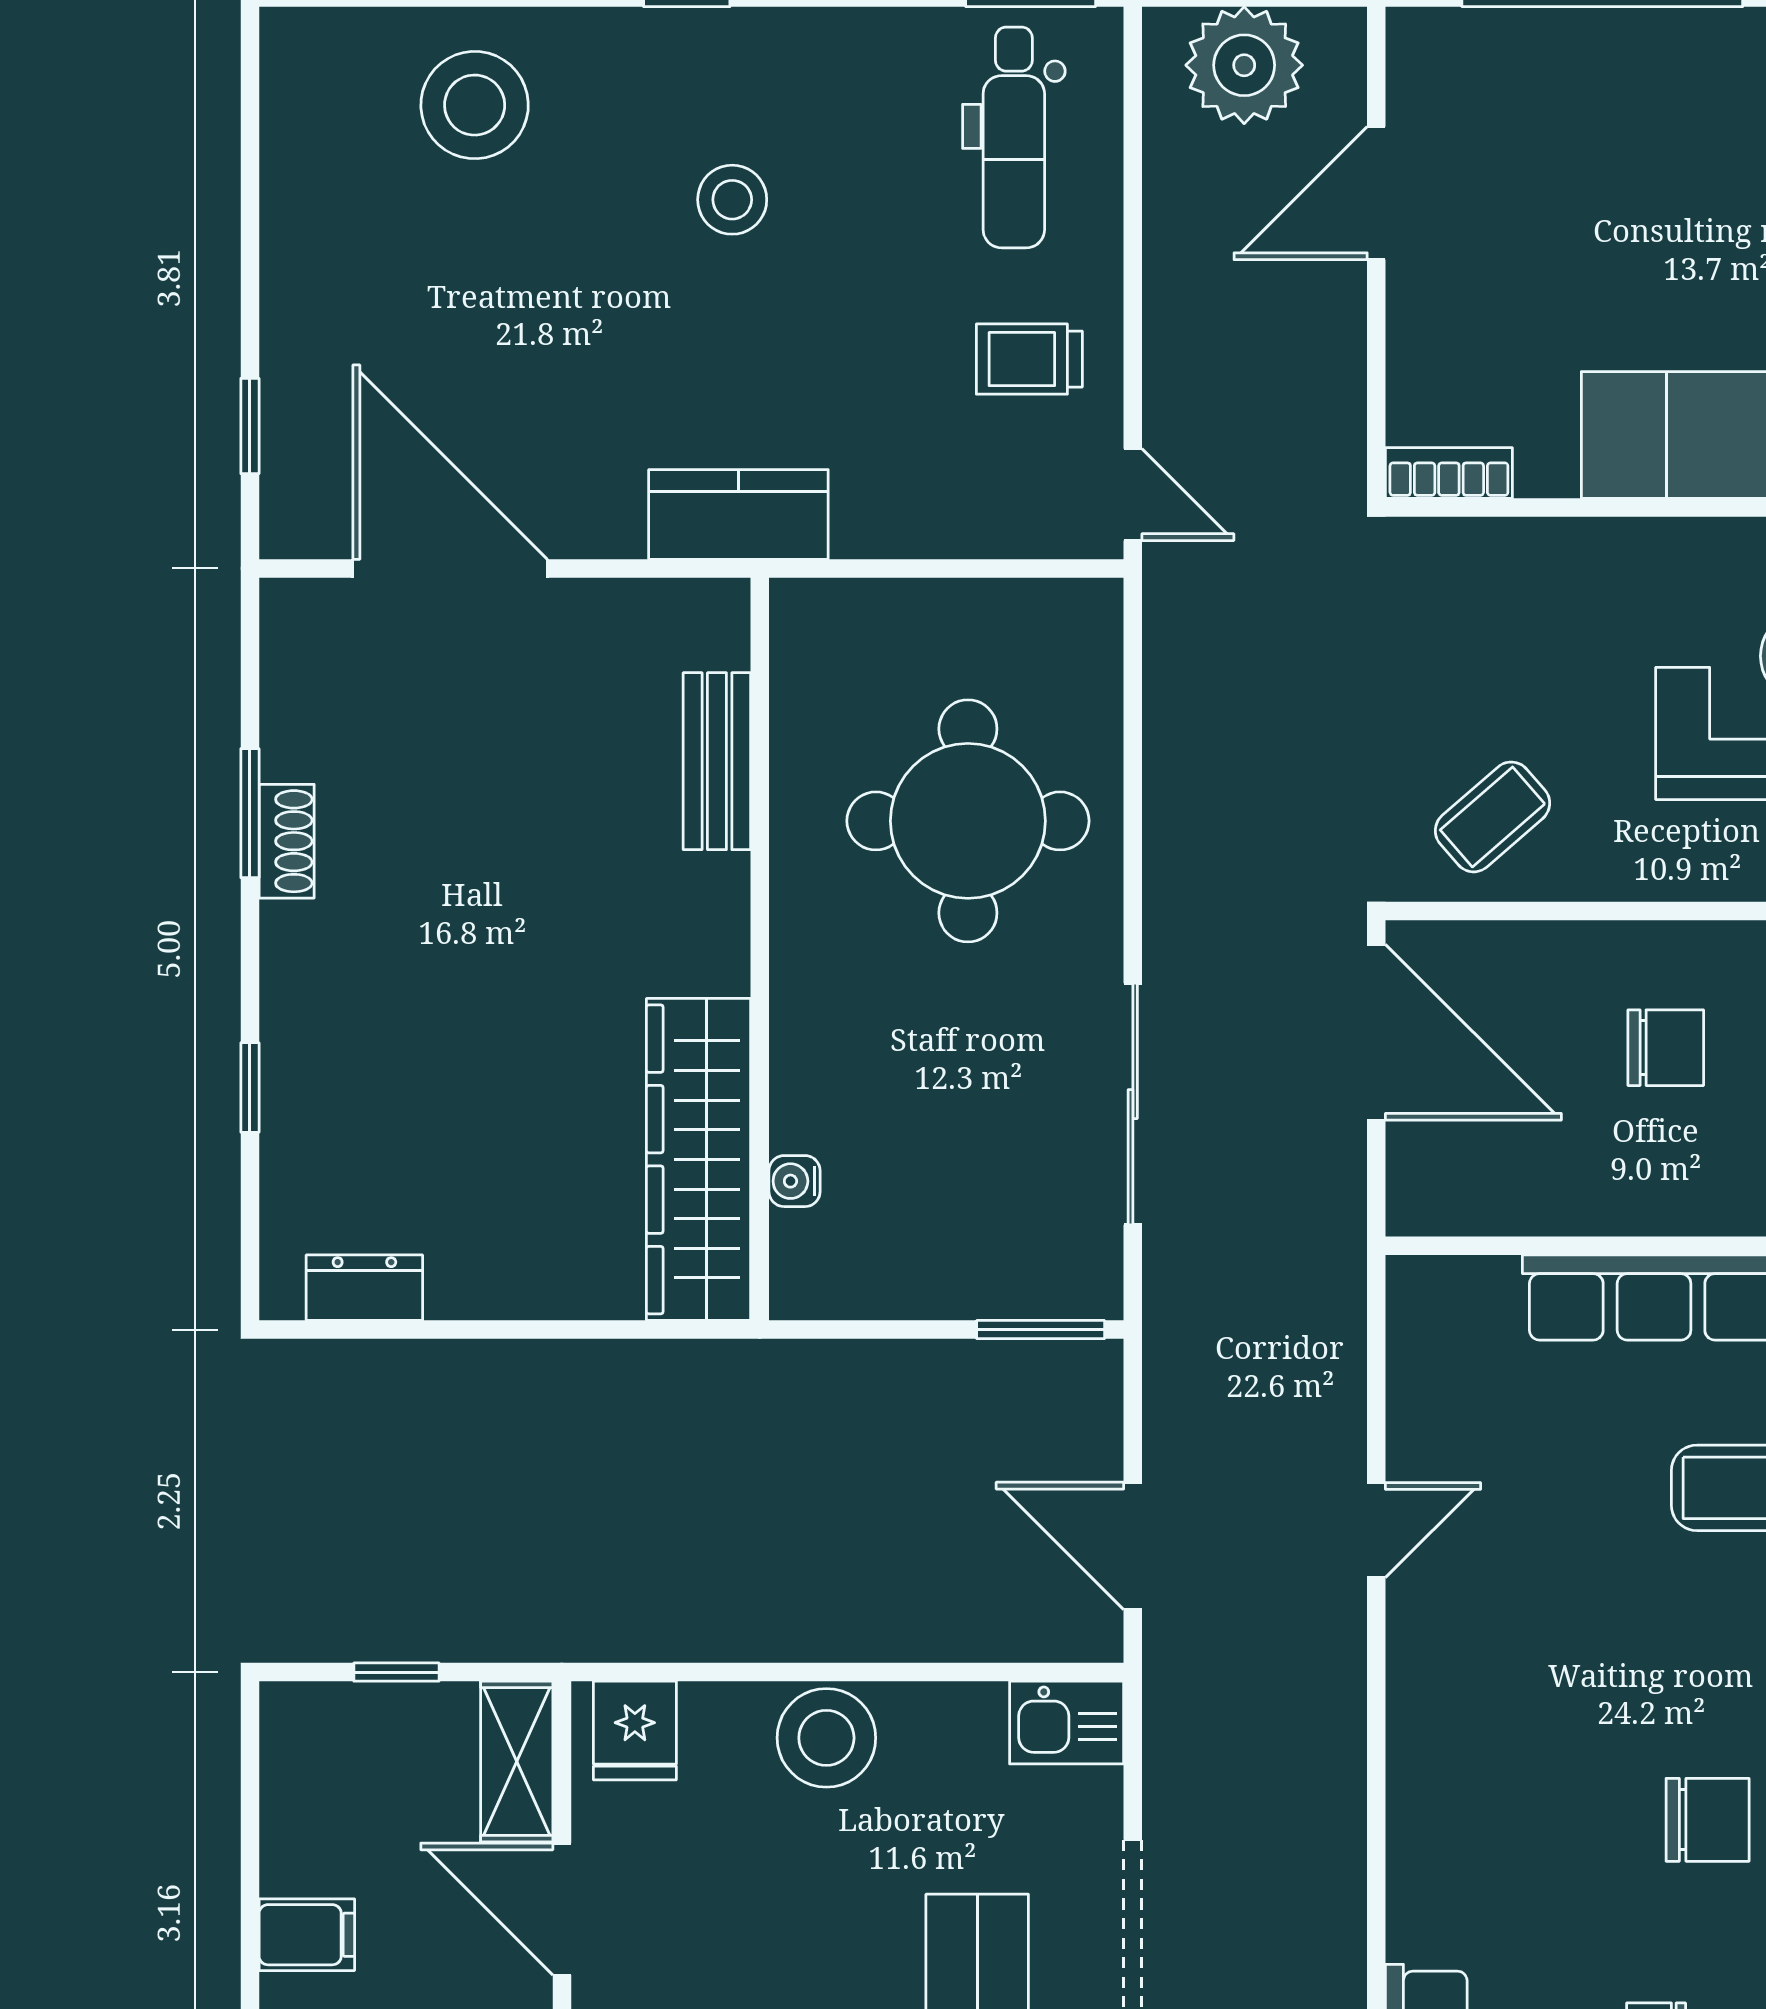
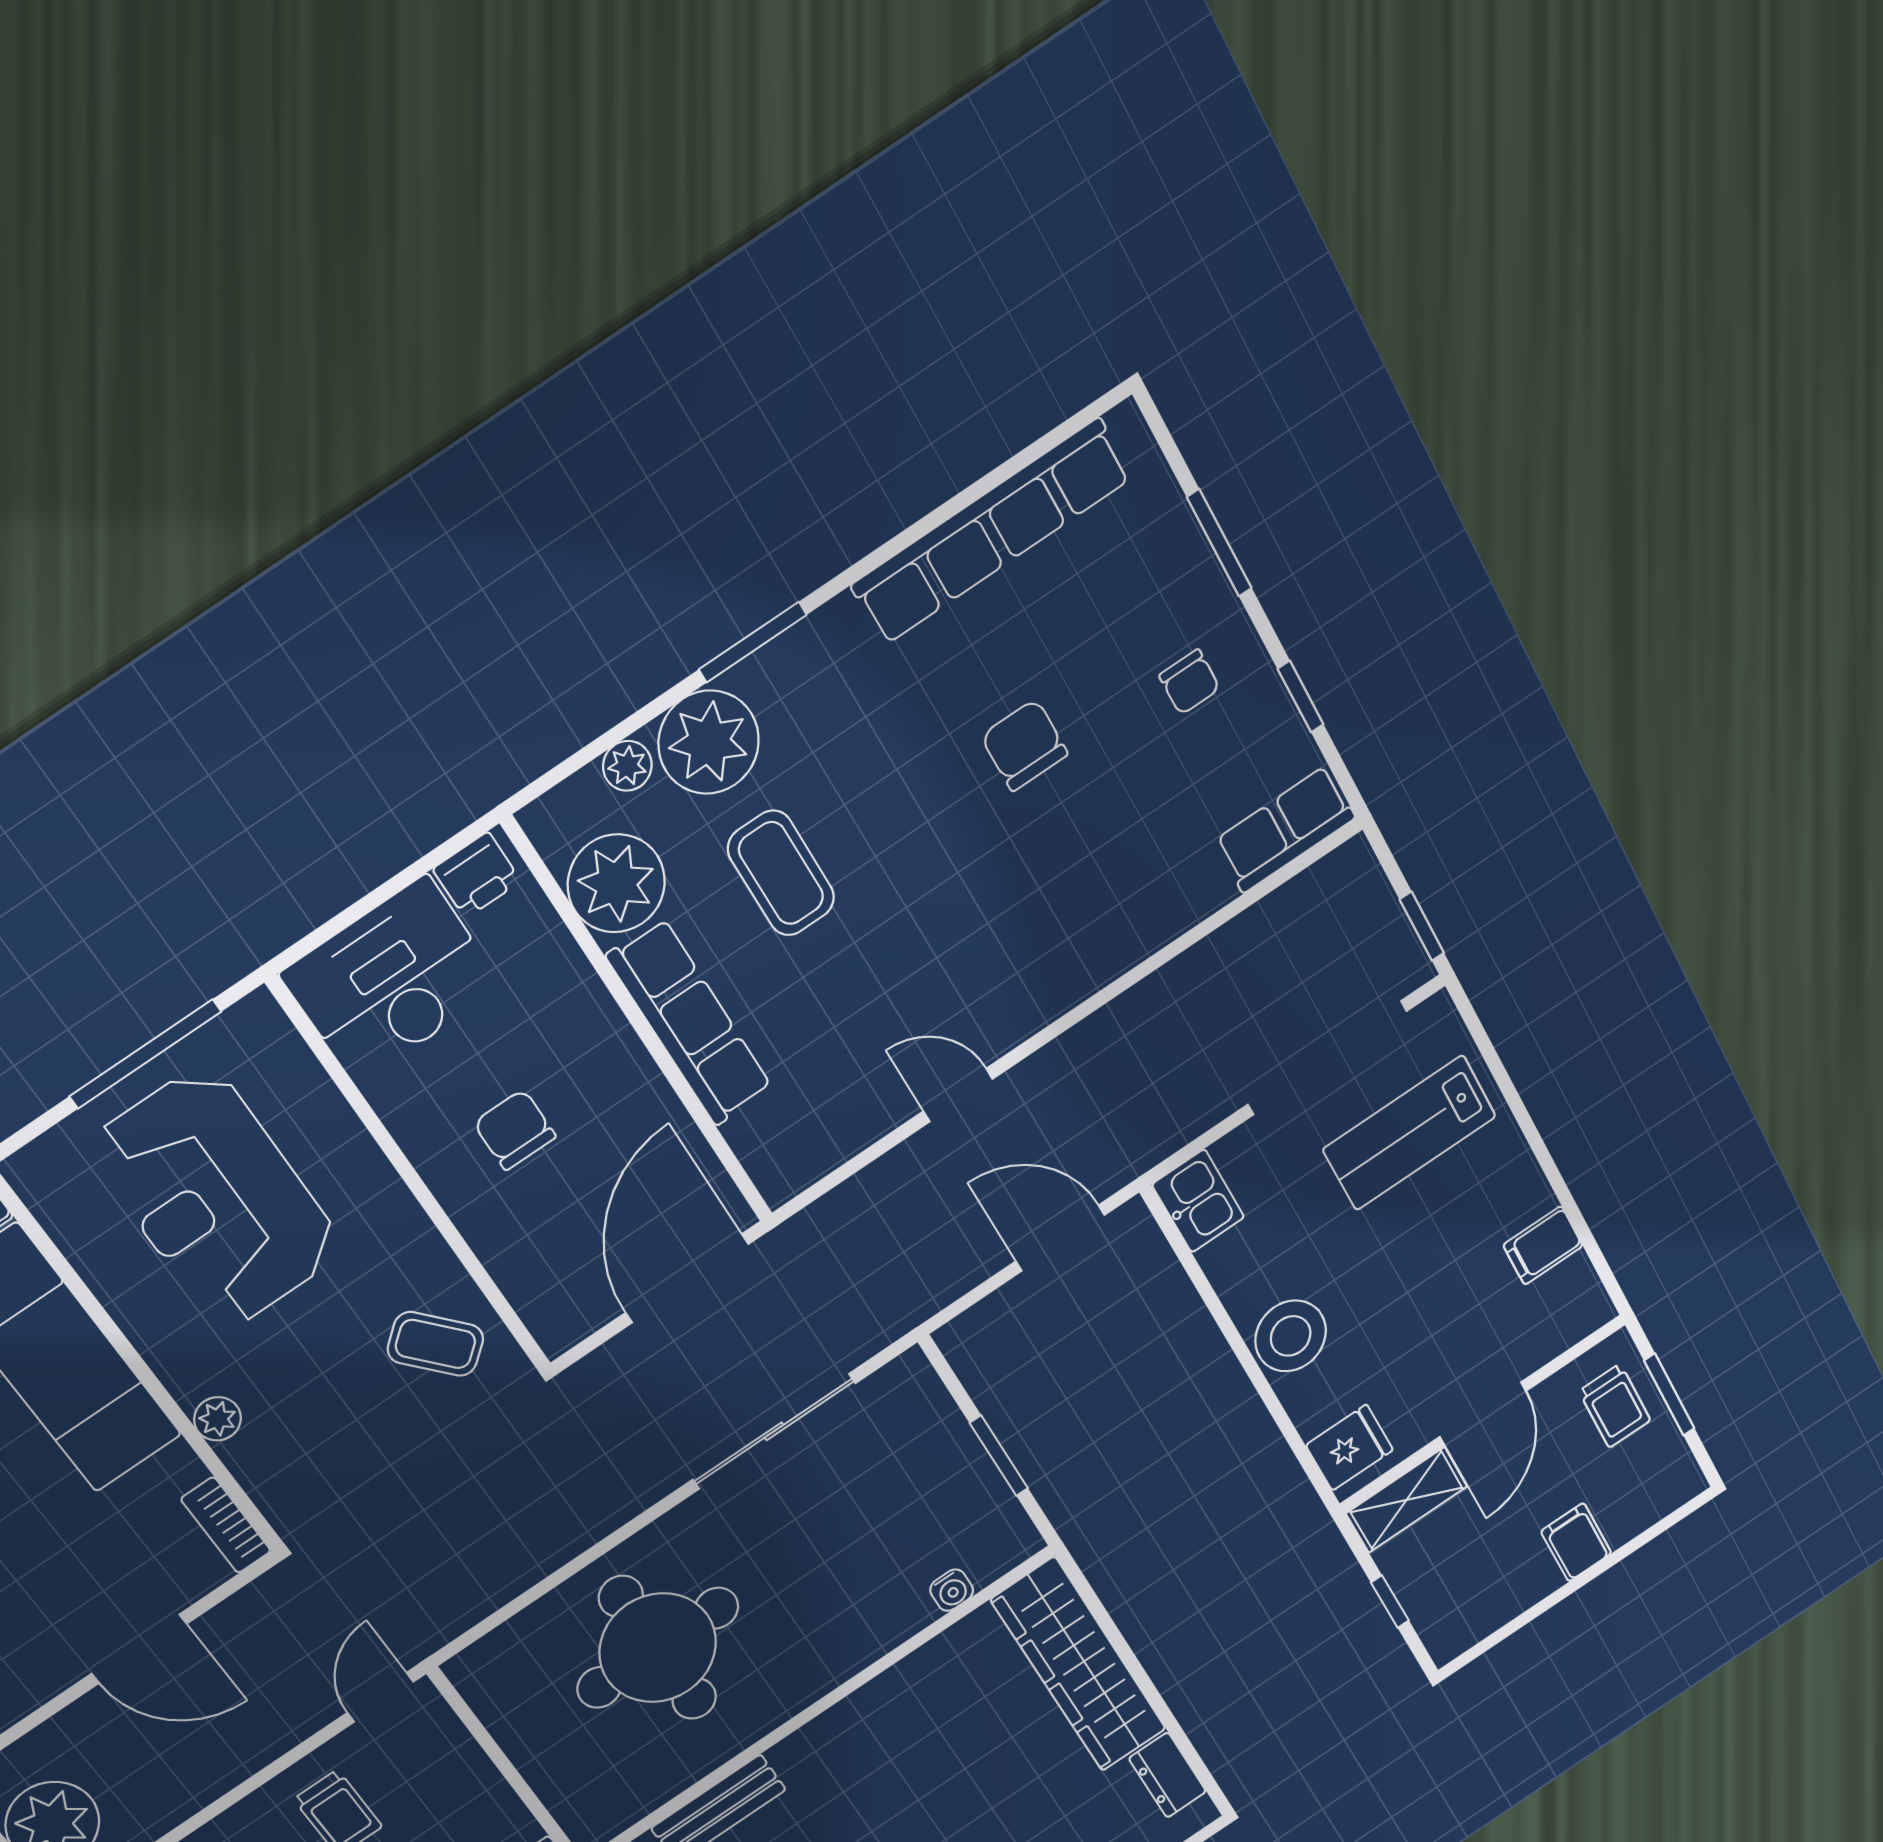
door: (1376, 193) -> (139, 1649), moved
plant: (1572, 545) -> (218, 1419), added
door: (1376, 1032) -> (687, 1278), moved
wardrobe: (699, 1159) -> (1079, 1665), moved, turned 90
window: (1041, 1330) -> (999, 1456), moved
door: (1133, 1546) -> (1060, 1238), swing flipped

